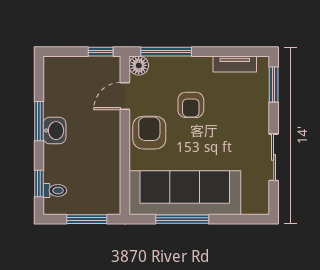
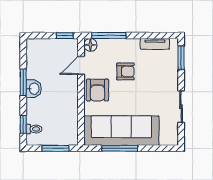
armchair: (191, 105) -> (125, 71), turned -90
armchair: (149, 133) -> (97, 90), turned 180

